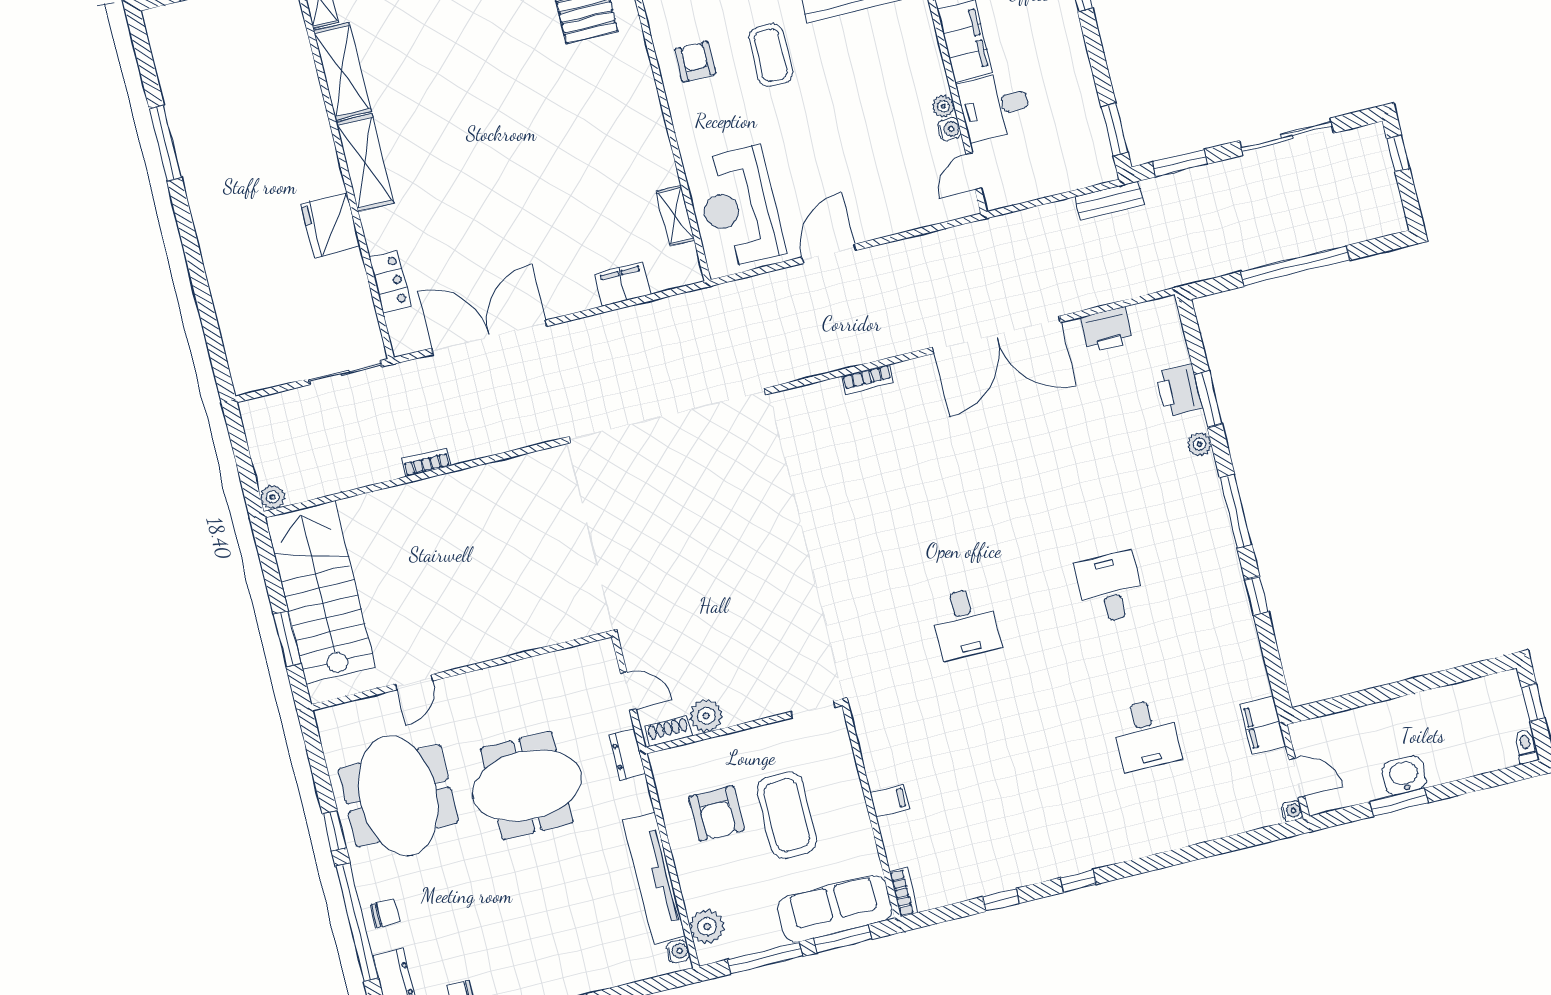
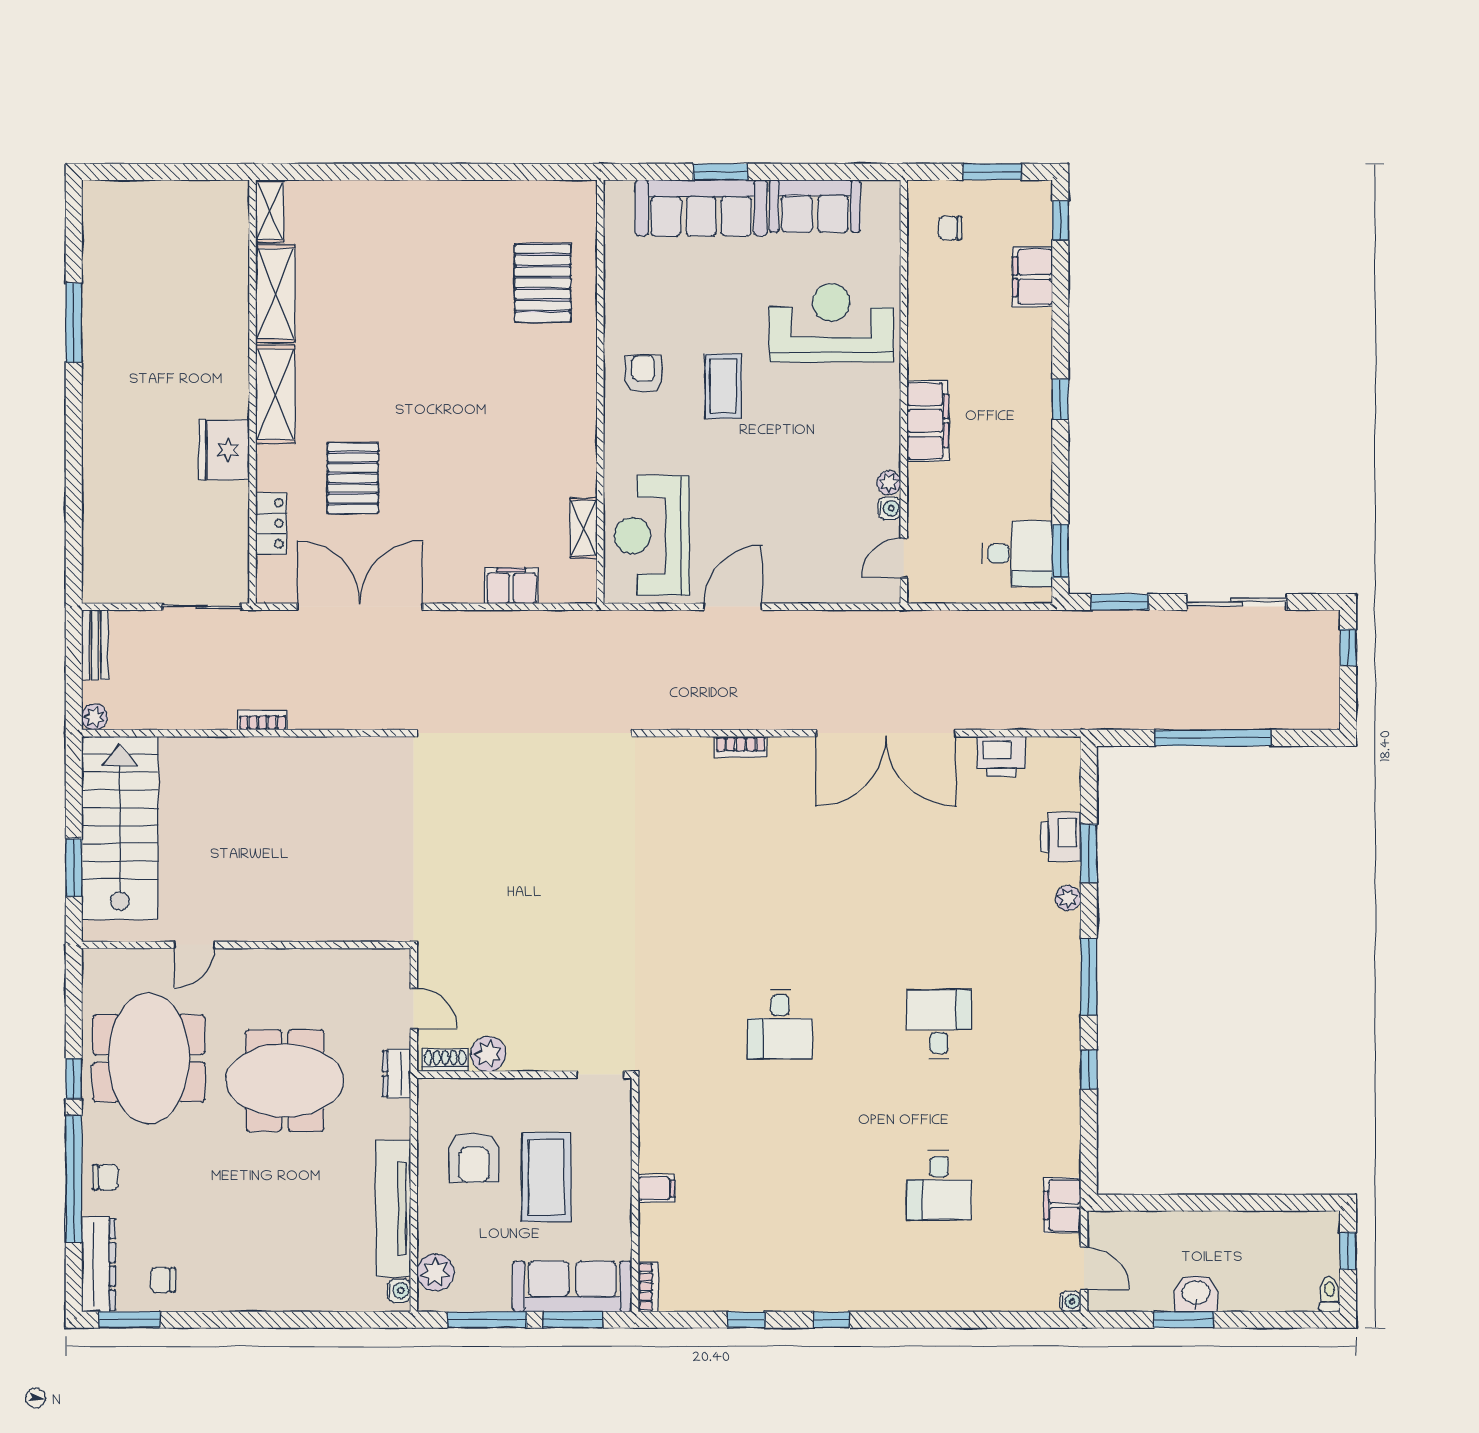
desk: (995, 106) -> (1017, 554), moved, turned 180
bench: (1109, 201) -> (95, 645), moved, turned 90
pallet: (454, 222) -> (353, 478), added

